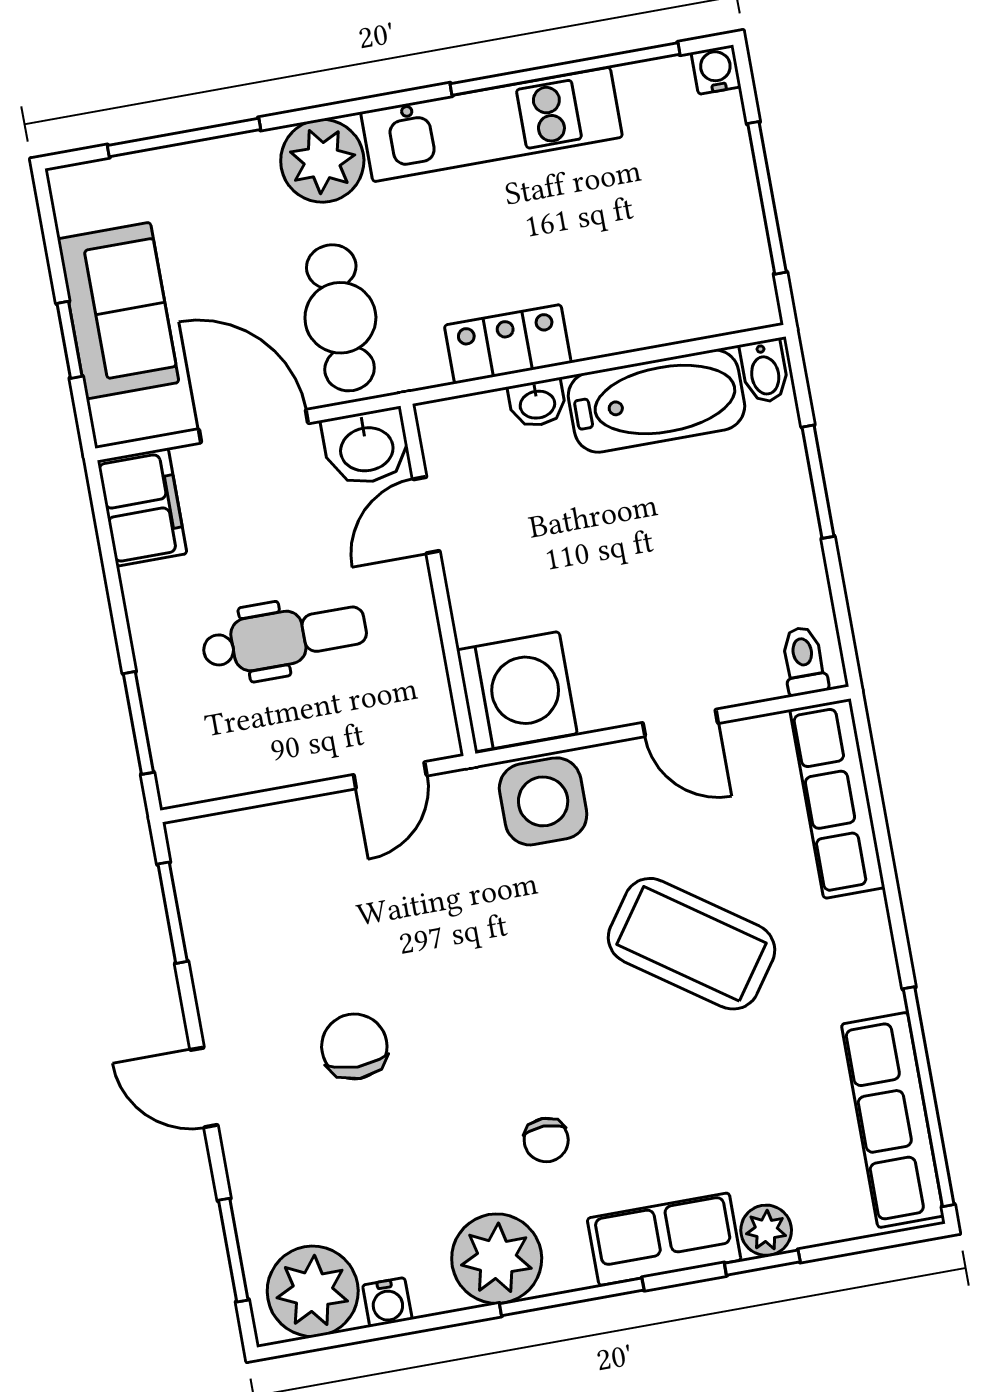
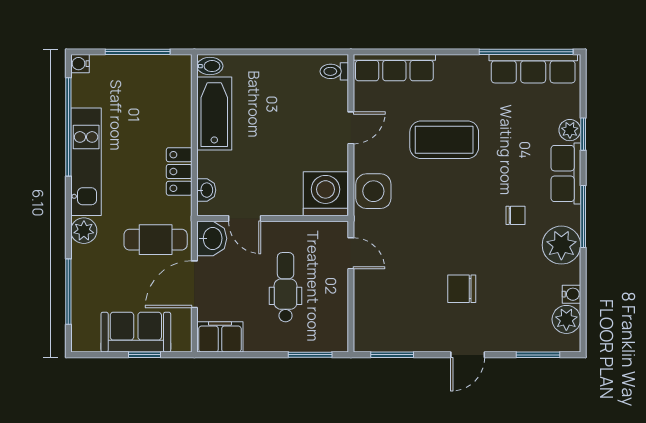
plant: (322, 161) -> (84, 231), width x0.73, depth x0.73
washbasin: (537, 403) -> (206, 190), moved
window: (818, 482) -> (260, 52), removed
coffee table: (692, 944) -> (444, 140), turned 55
plant: (313, 1291) -> (566, 319), width x0.73, depth x0.73

